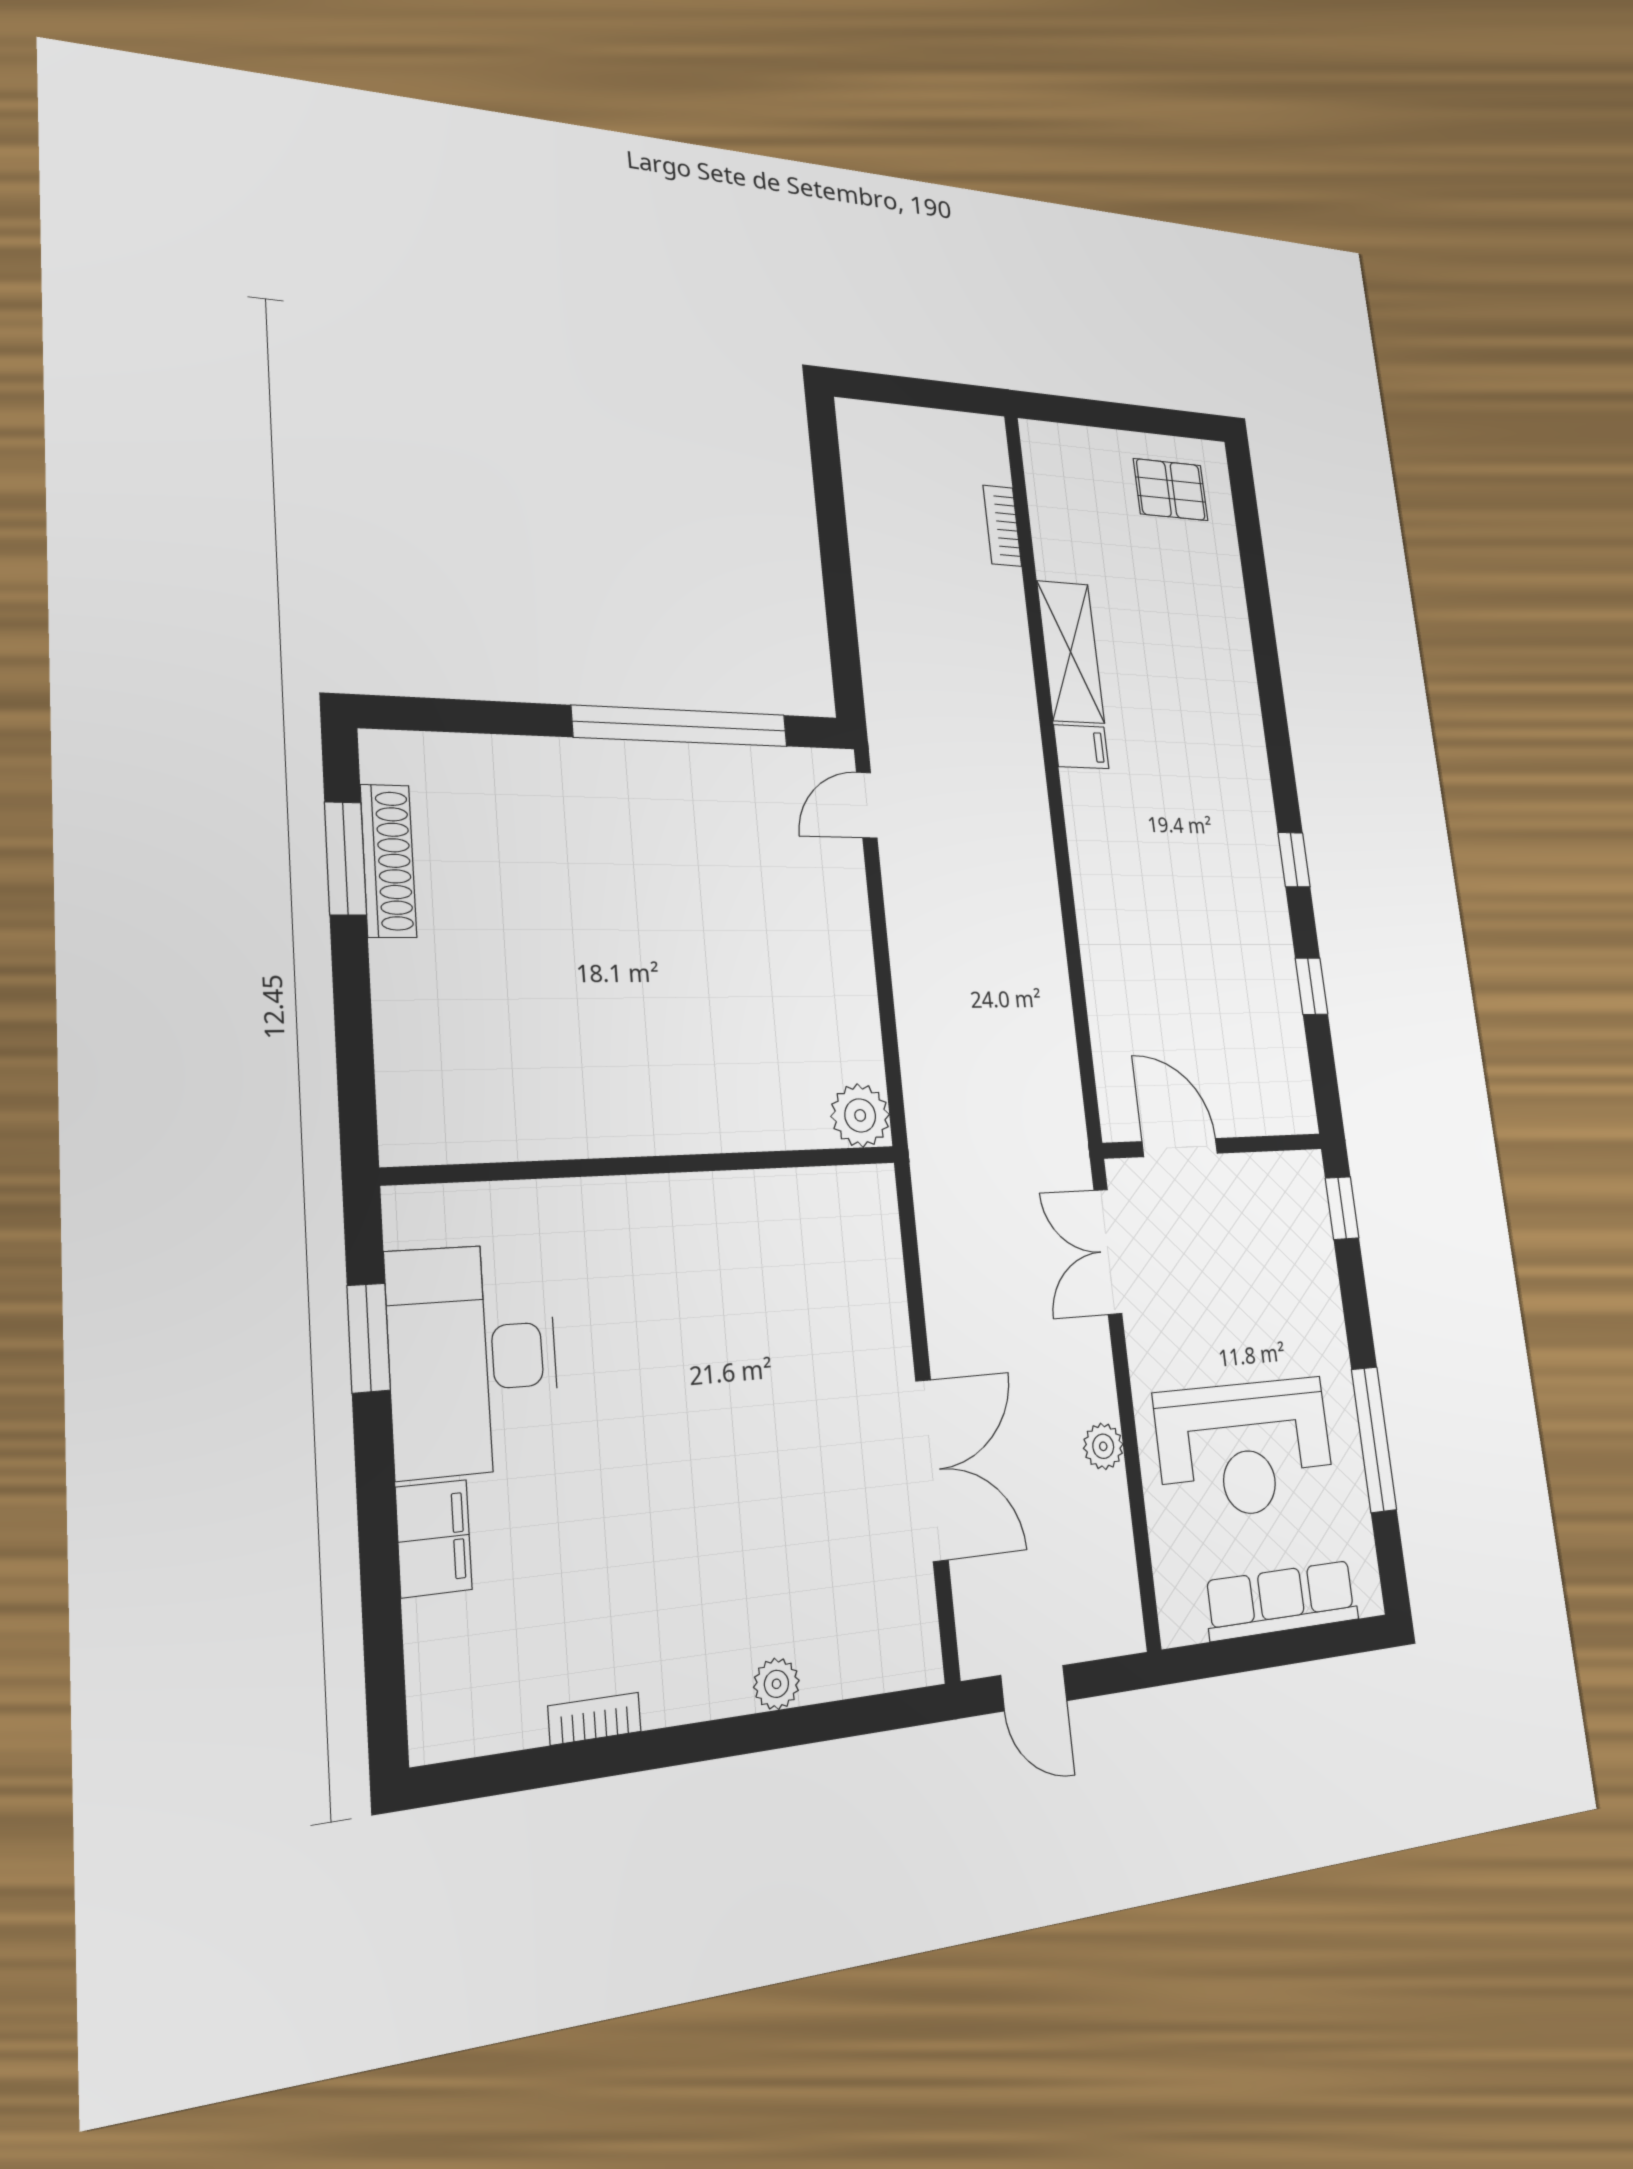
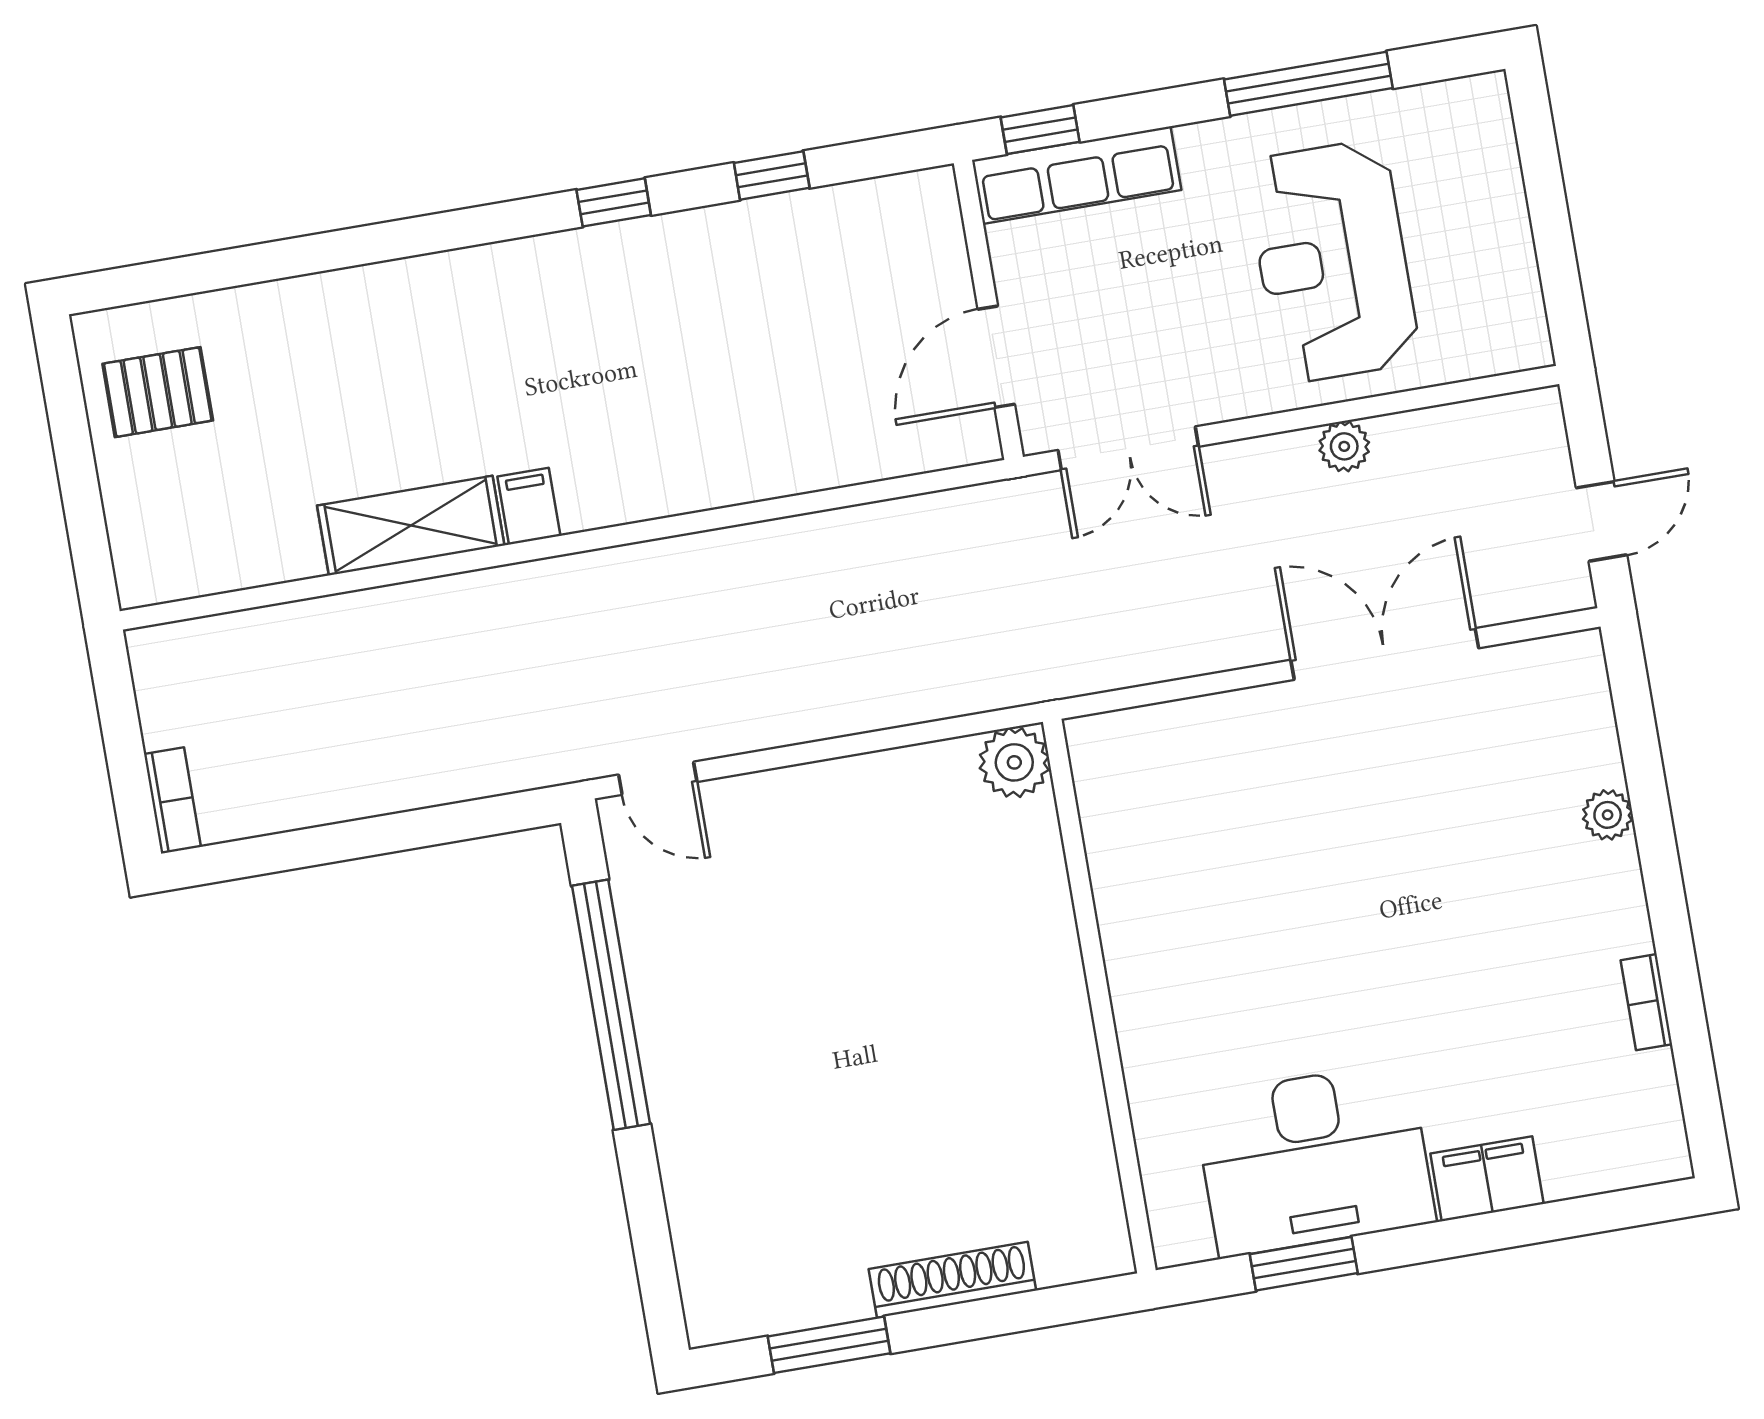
pallet: (1171, 490) -> (158, 392), turned 90
bookcase: (1002, 526) -> (172, 800), moved, turned -90
shoe rack: (388, 861) -> (952, 1280), moved
reception desk: (1245, 1449) -> (1332, 261), turned 180
row of seats: (1282, 1600) -> (1077, 175), moved, turned -90

